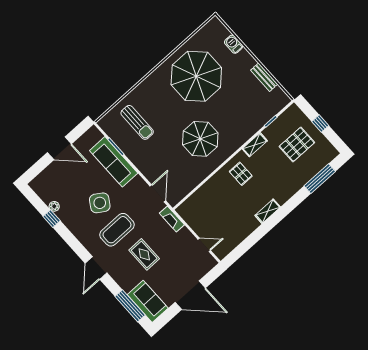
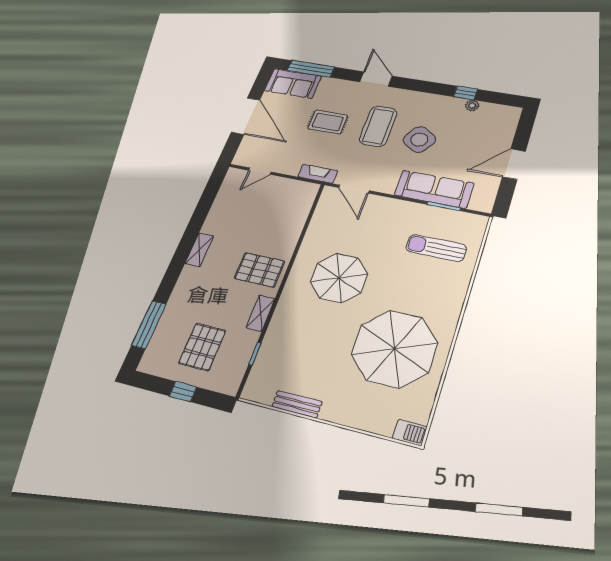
barbecue: (234, 44) -> (410, 433), moved
pallet: (241, 174) -> (259, 270), width x1.50, depth x1.42
door: (190, 295) -> (246, 116), swing flipped

